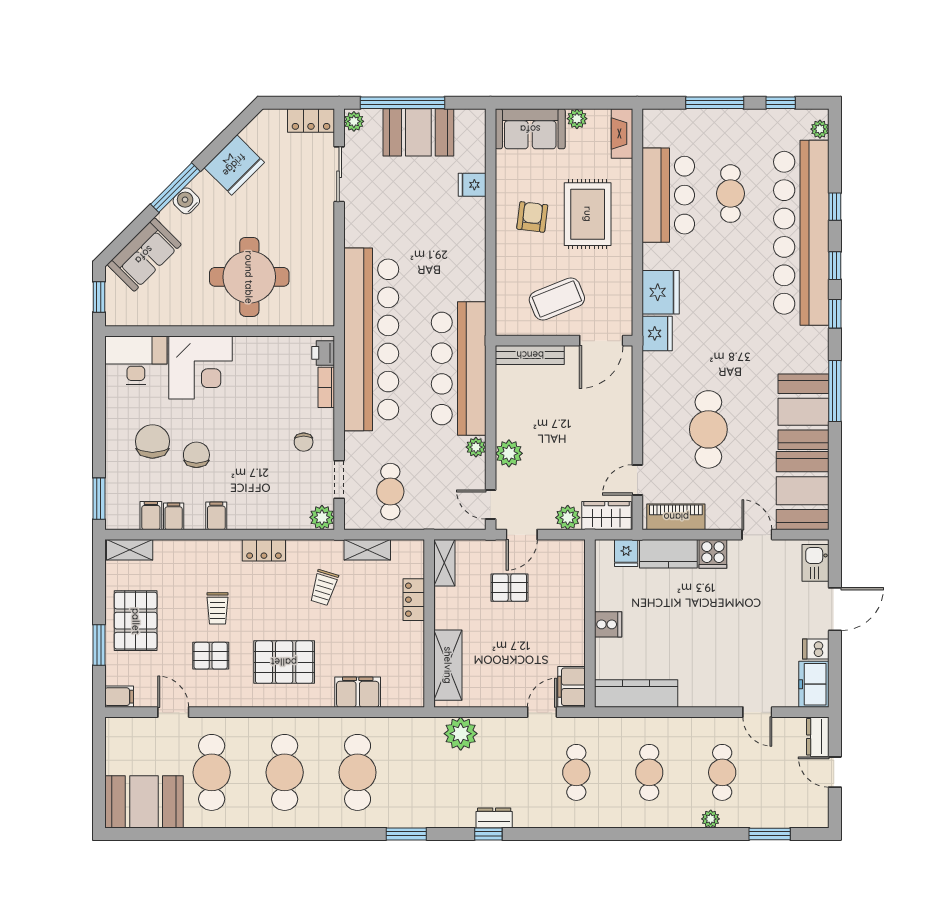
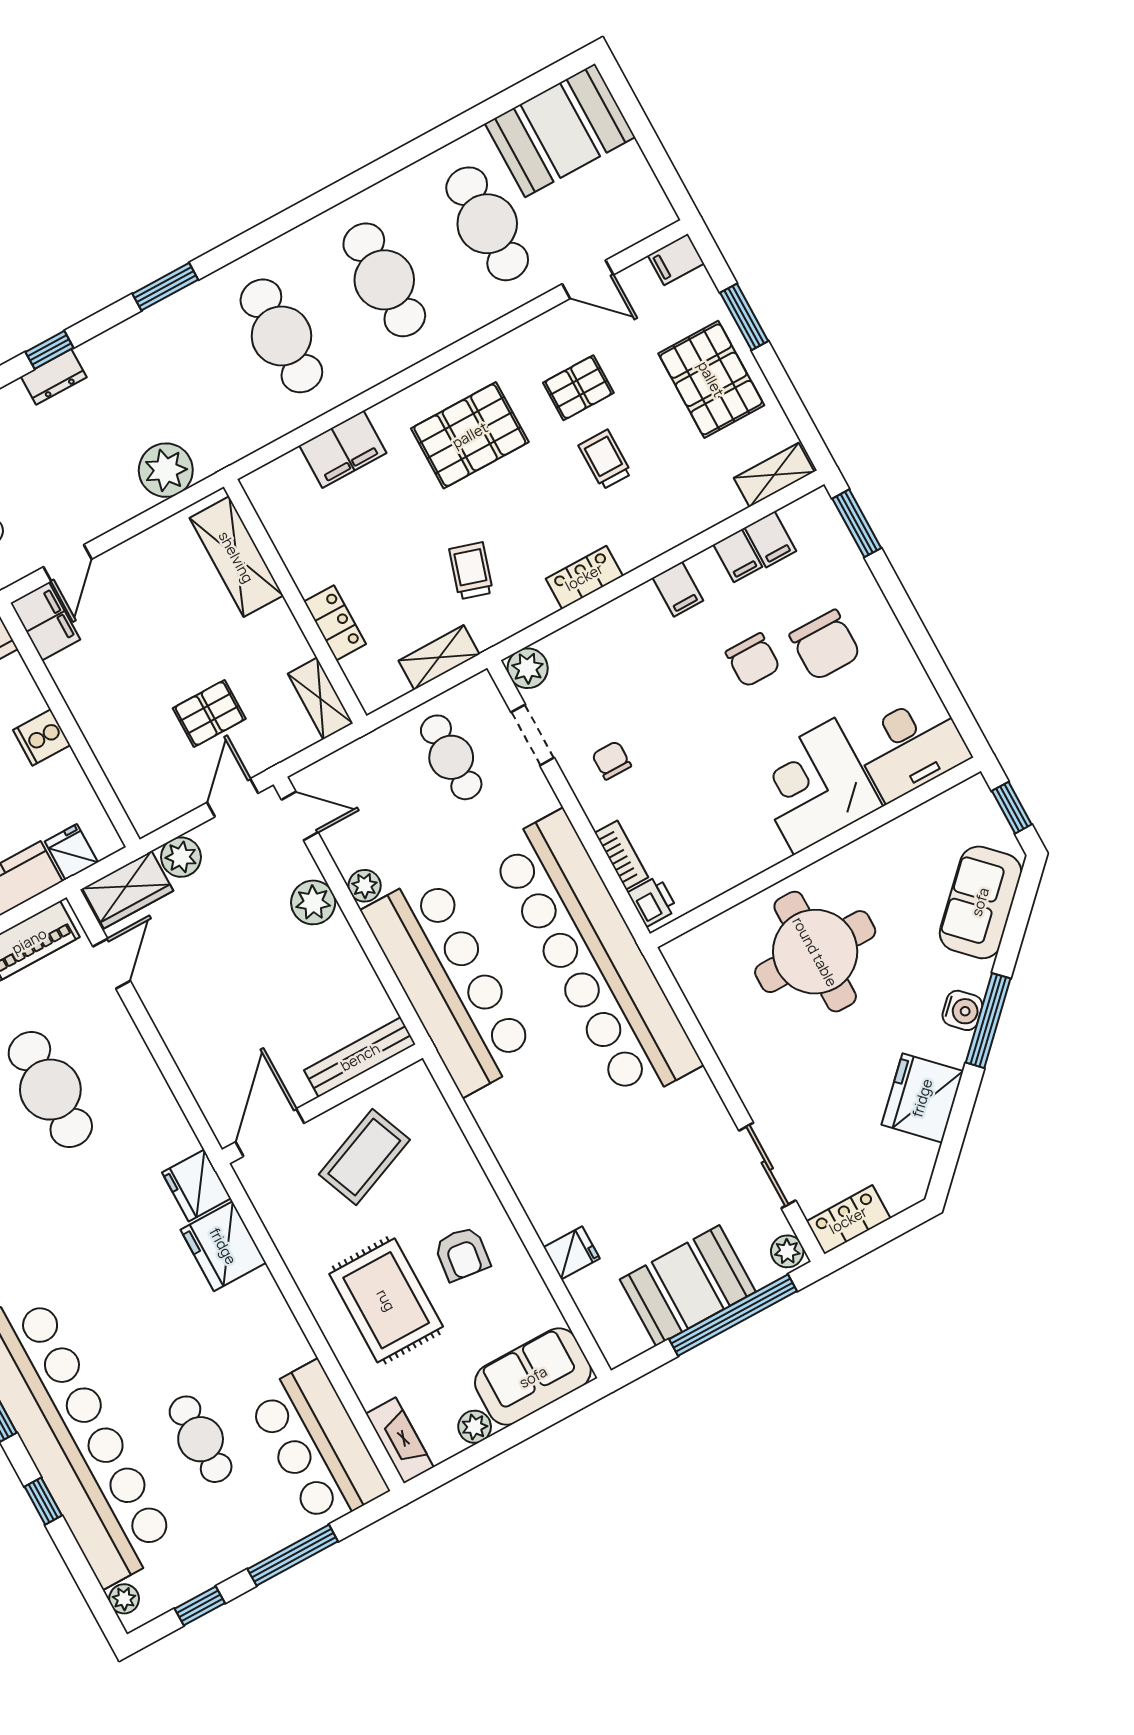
bar counter: (668, 195) -> (317, 1445), moved

